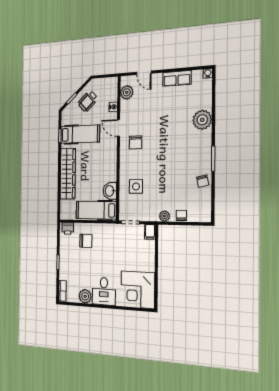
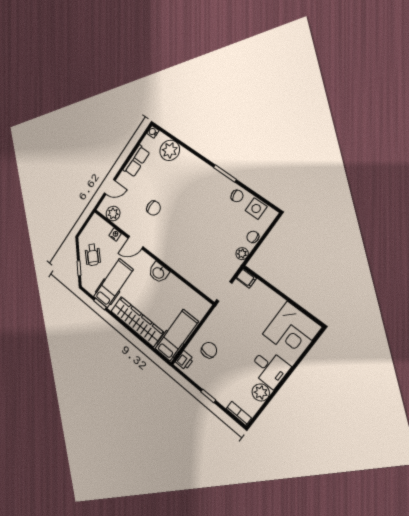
plant: (202, 120) -> (170, 150), moved
chair: (136, 142) -> (154, 208), moved
side table: (136, 186) -> (256, 209), moved
washbasin: (110, 191) -> (159, 273), moved
hospital bed: (96, 210) -> (177, 335), moved, turned 180

